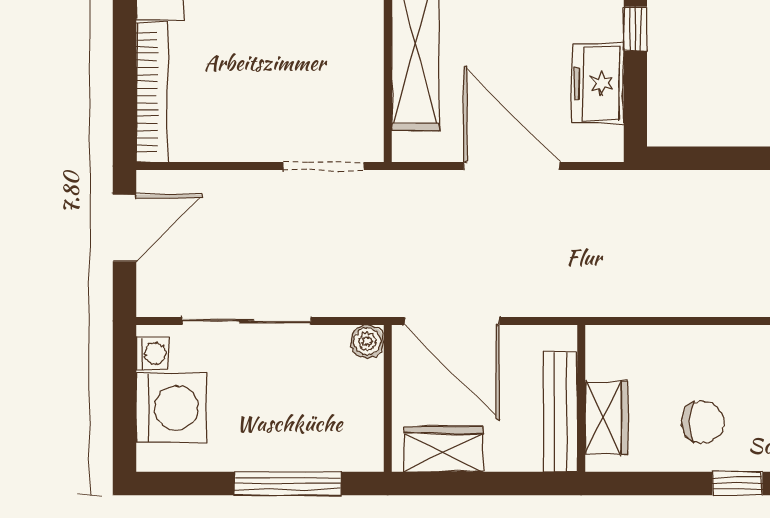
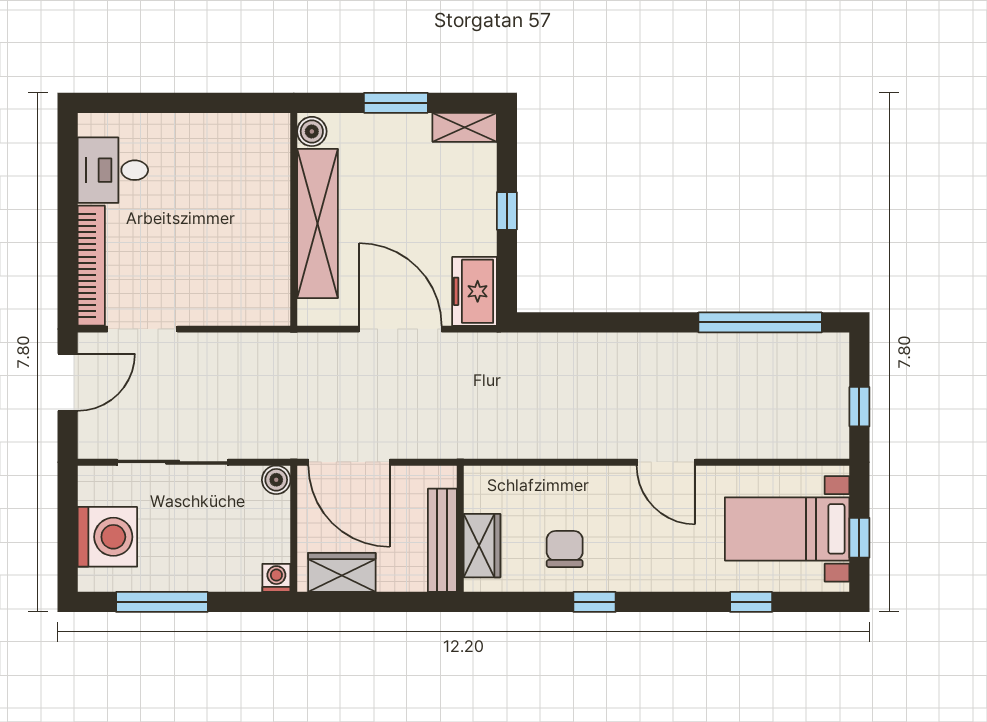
freezer: (598, 83) -> (474, 291), moved
doorway: (323, 166) -> (142, 329), moved
washing machine: (153, 354) -> (276, 578), moved, turned -90
chair: (703, 422) -> (565, 549), turned -90
window: (287, 483) -> (162, 602), moved

